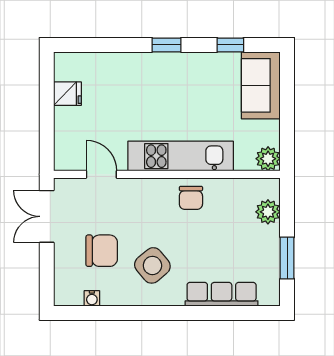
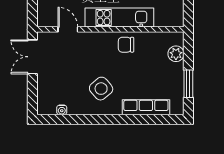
plant: (268, 159) -> (176, 19), removed
chair: (191, 198) -> (126, 45), turned 90
chair: (102, 251) -> (68, 79), removed

